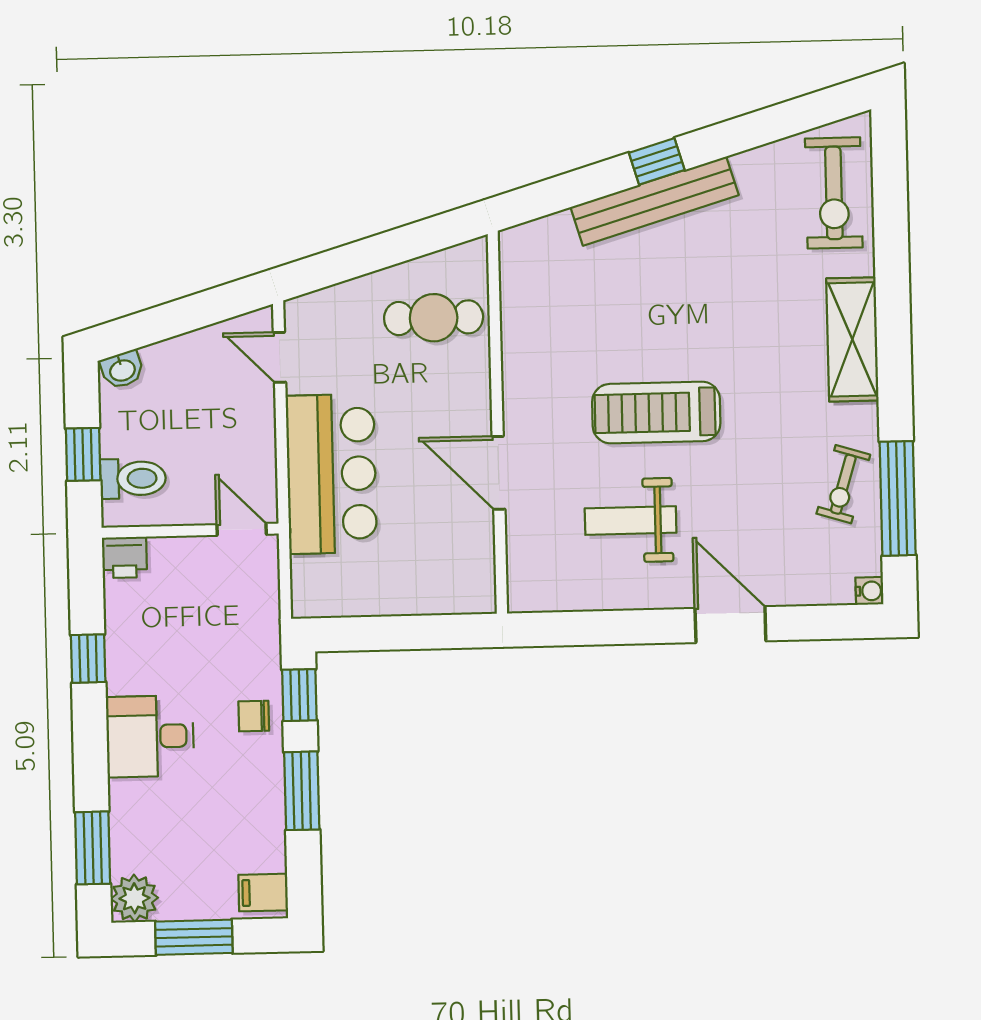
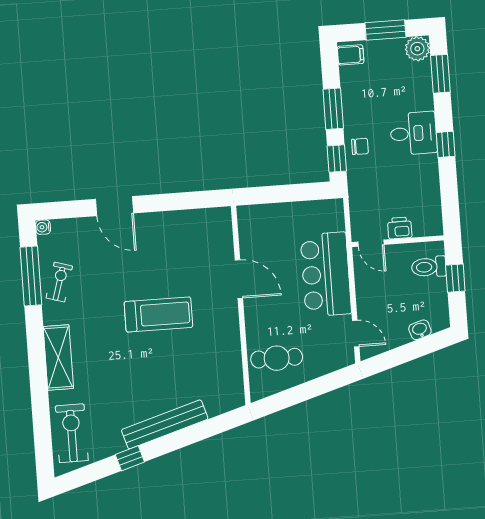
window: (657, 161) -> (130, 458), moved
washbasin: (122, 370) -> (420, 330), moved
weight bench: (631, 521) -> (169, 258), removed
printer: (124, 557) -> (400, 228), moved
window: (88, 659) -> (446, 144), moved

